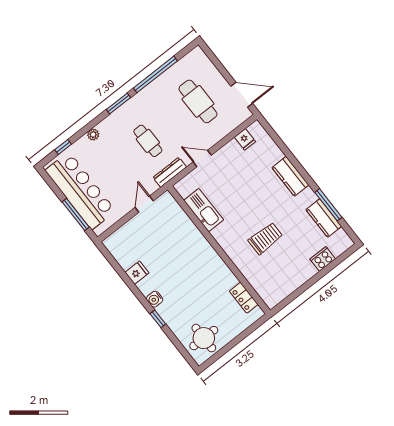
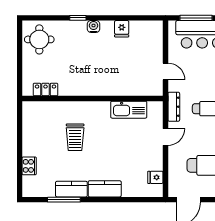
kitchen counter: (324, 218) -> (71, 189), moved

